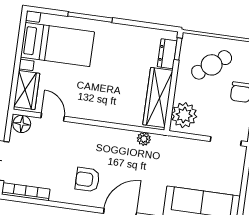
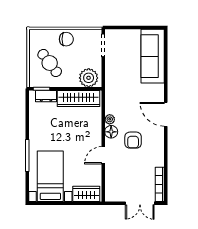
door: (53, 117) -> (103, 155), moved
floor lamp: (22, 124) -> (111, 132), moved
plant: (144, 139) -> (110, 119), moved
armchair: (87, 180) -> (133, 140), moved

